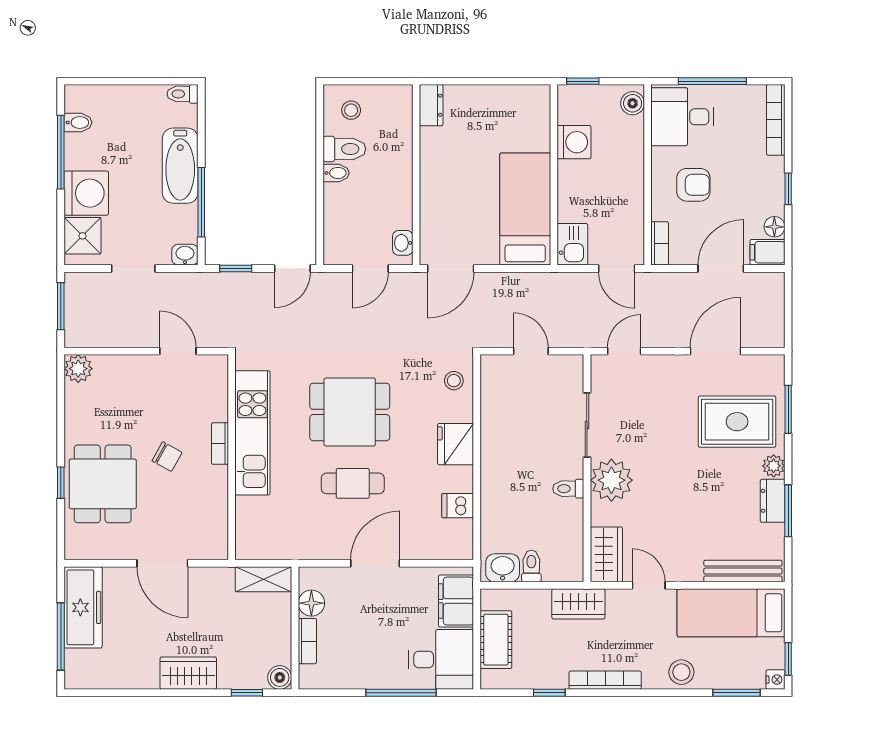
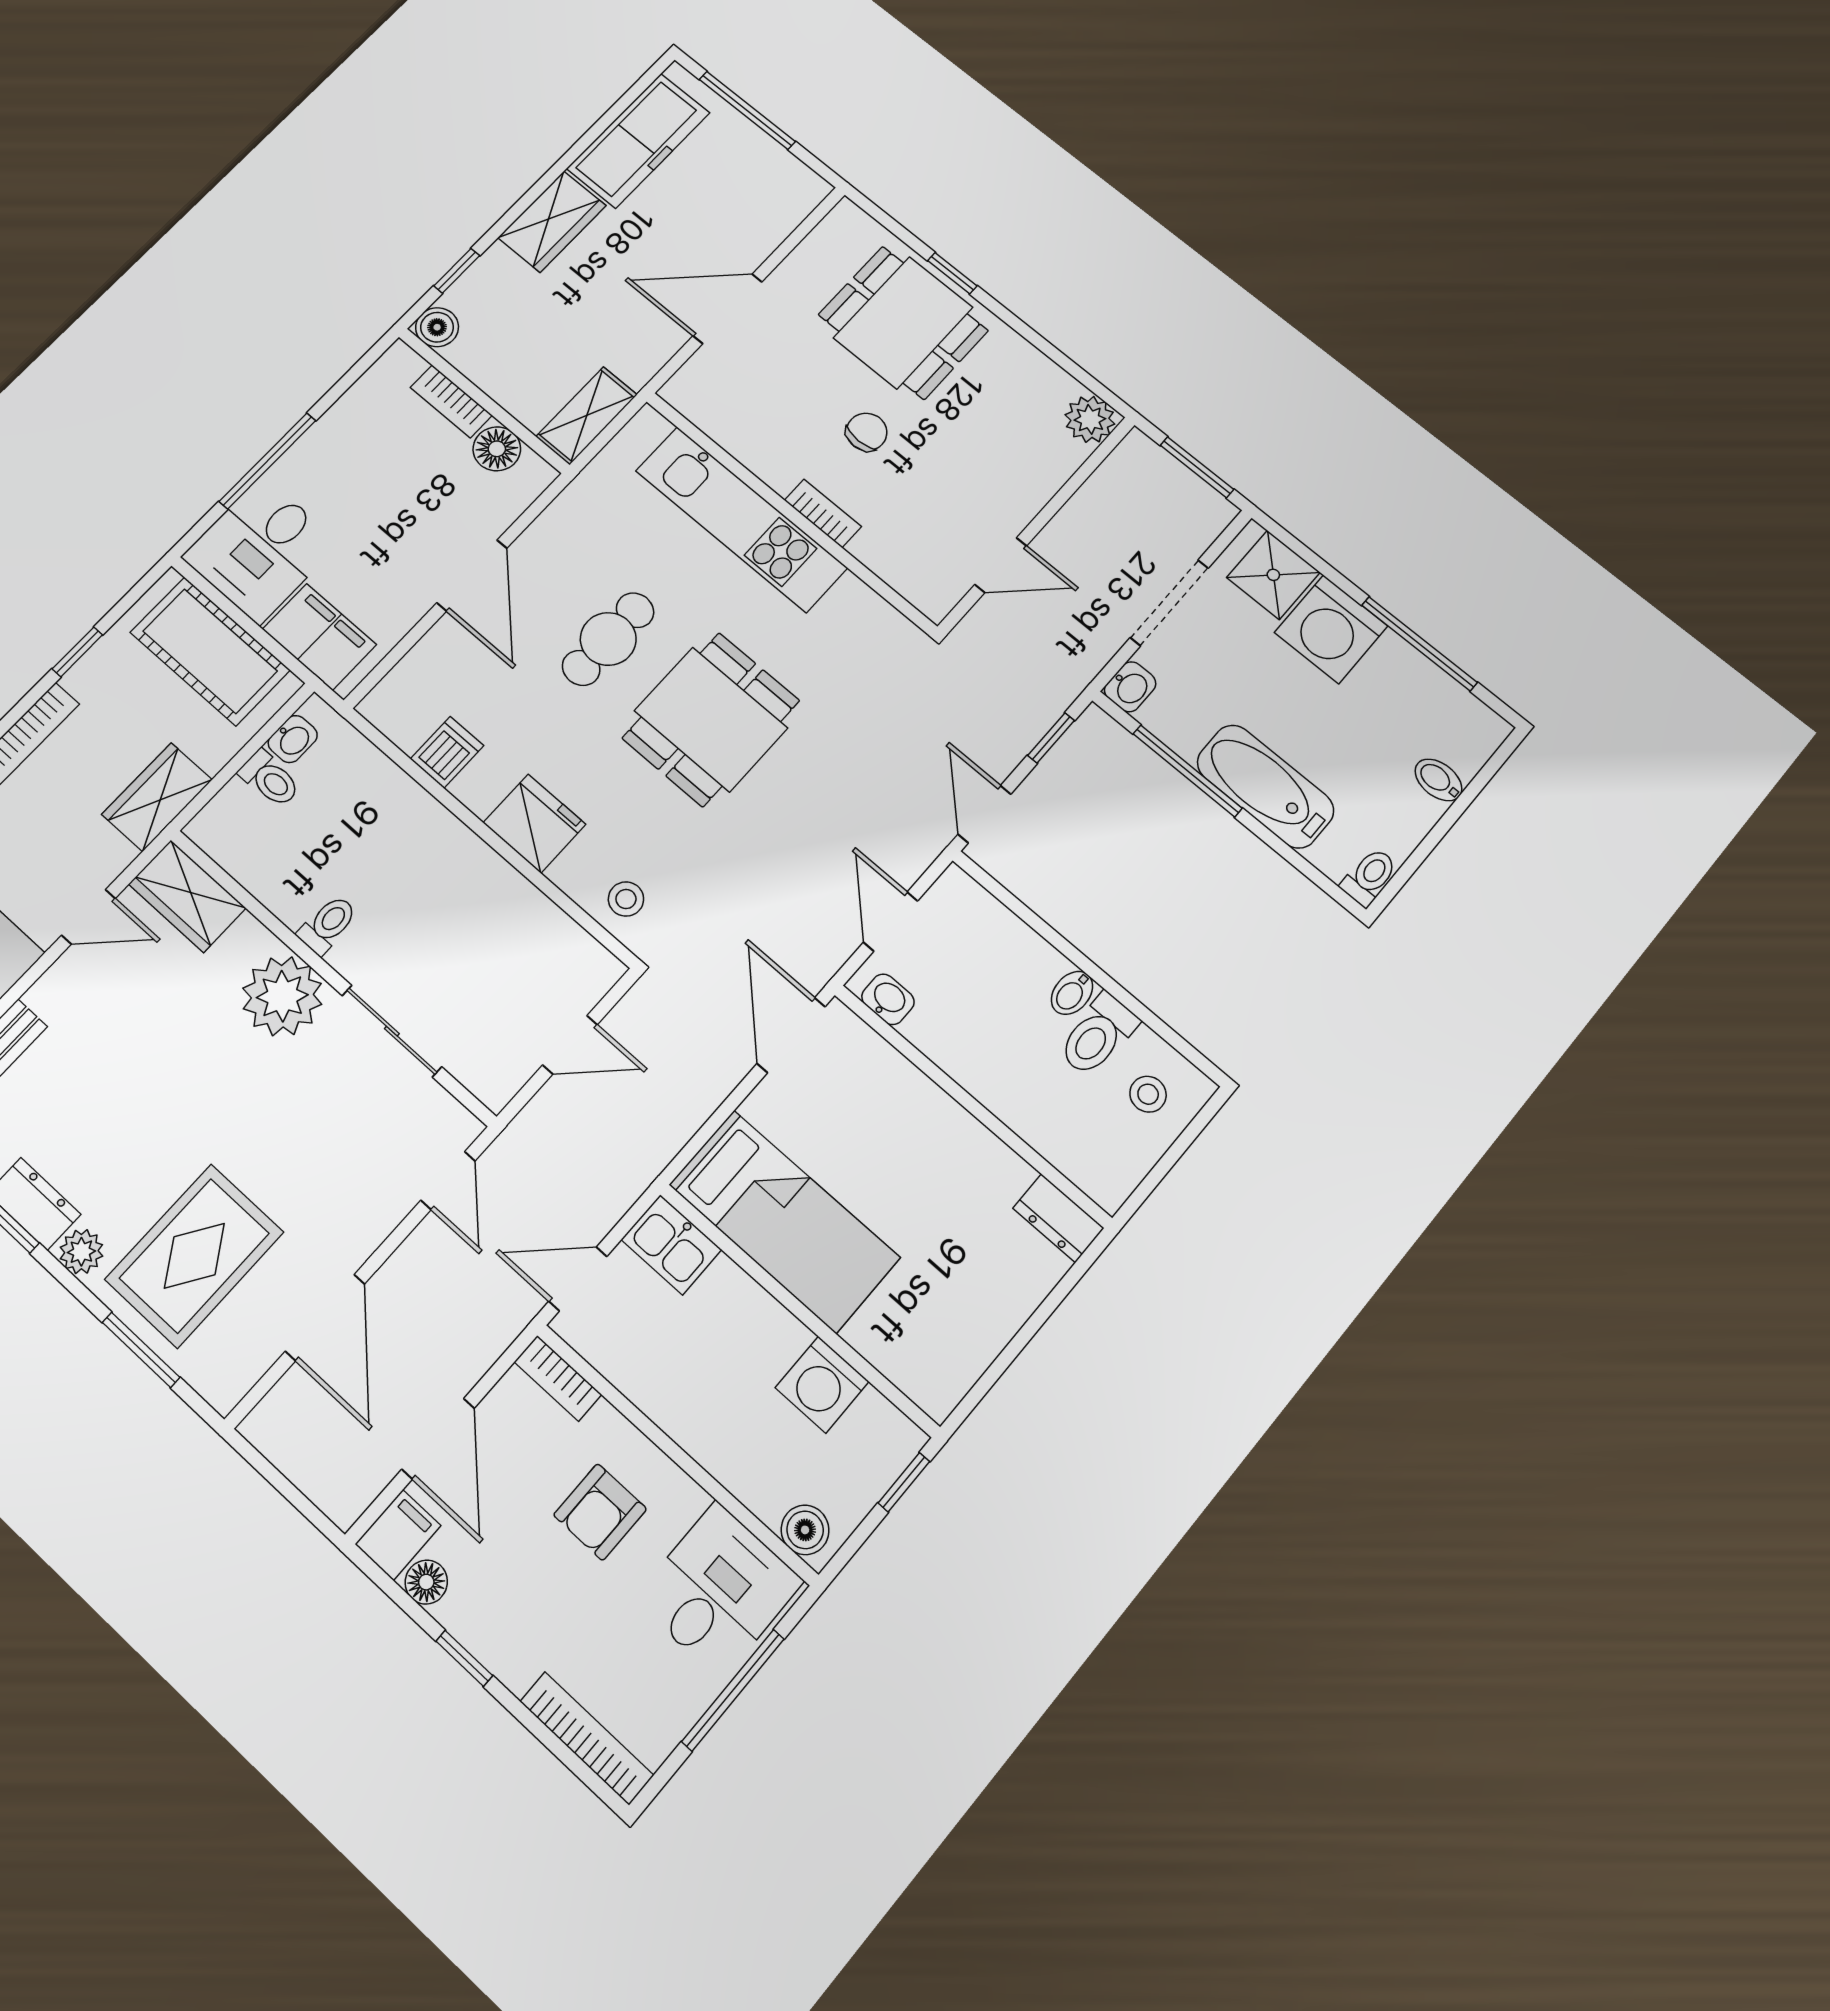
bidet: (78, 122) -> (1438, 780), moved, turned 90
doorway: (133, 268) -> (1169, 603), width x1.38
kitchen unit: (252, 433) -> (741, 519), moved
chair: (167, 457) -> (867, 432), turned 151
washbasin: (503, 568) -> (293, 739), width x0.72, depth x0.69
freezer: (83, 607) -> (638, 141), moved, turned -90
cot: (496, 640) -> (210, 651), width x1.37, depth x1.34

